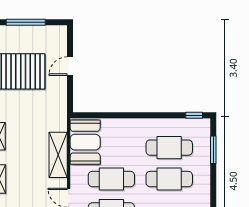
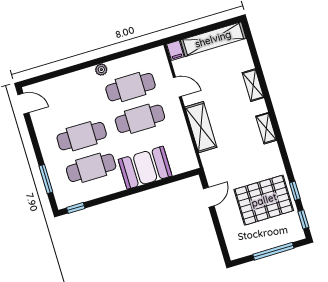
door: (70, 66) -> (209, 197), moved
booth: (85, 142) -> (145, 168), moved, turned 90

